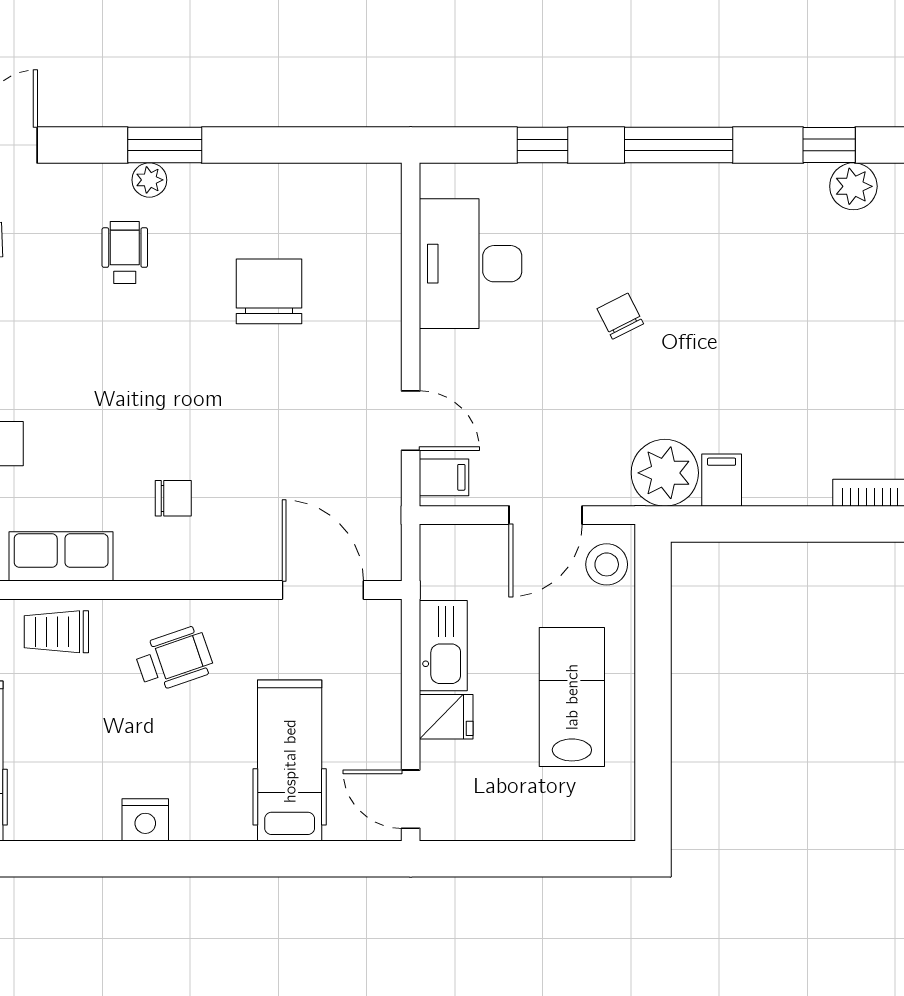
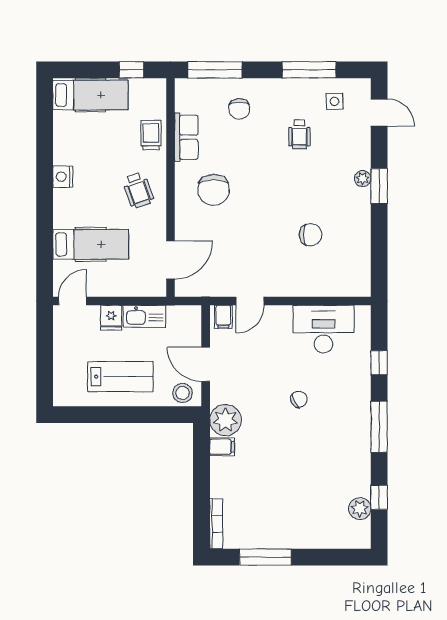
wheelchair: (125, 252) -> (299, 134), moved, turned 90
chair: (269, 291) -> (311, 235), width x0.73, depth x0.73
chair: (173, 498) -> (214, 190), width x1.87, depth x1.87

